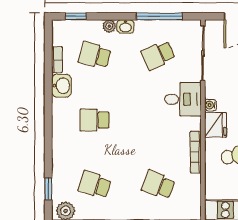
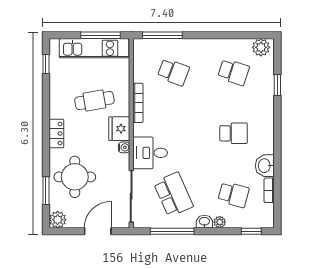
school desk: (158, 55) -> (173, 194), width x1.85
window: (48, 189) -> (277, 85), moved

